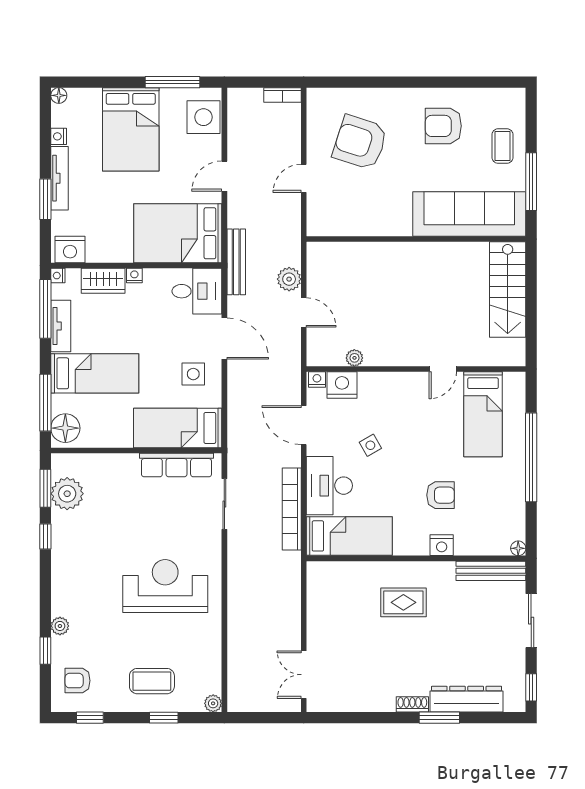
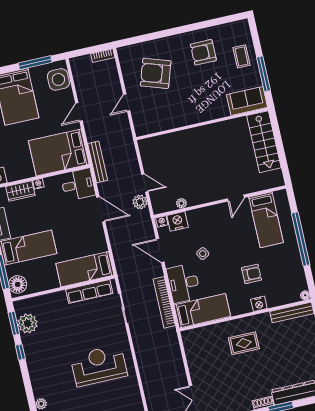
sofa: (469, 214) -> (247, 101), width x0.54, depth x0.79
plant: (289, 279) -> (140, 202), moved
side table: (193, 374) -> (87, 235), removed

